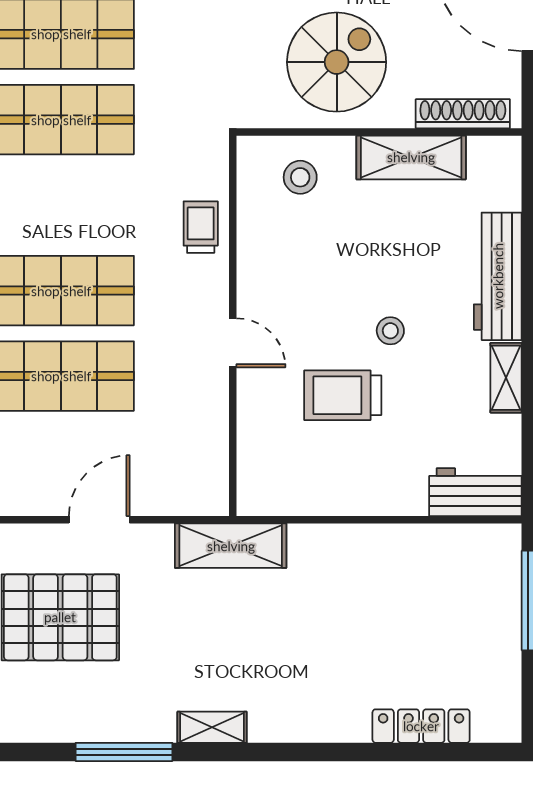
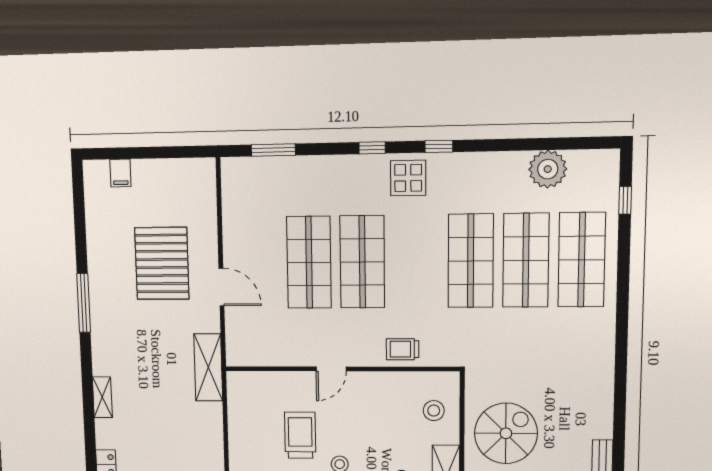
spiral stairs: (337, 62) -> (506, 433), turned -90
trolley: (201, 227) -> (403, 349), turned 180
shelving: (212, 727) -> (102, 397), moved

